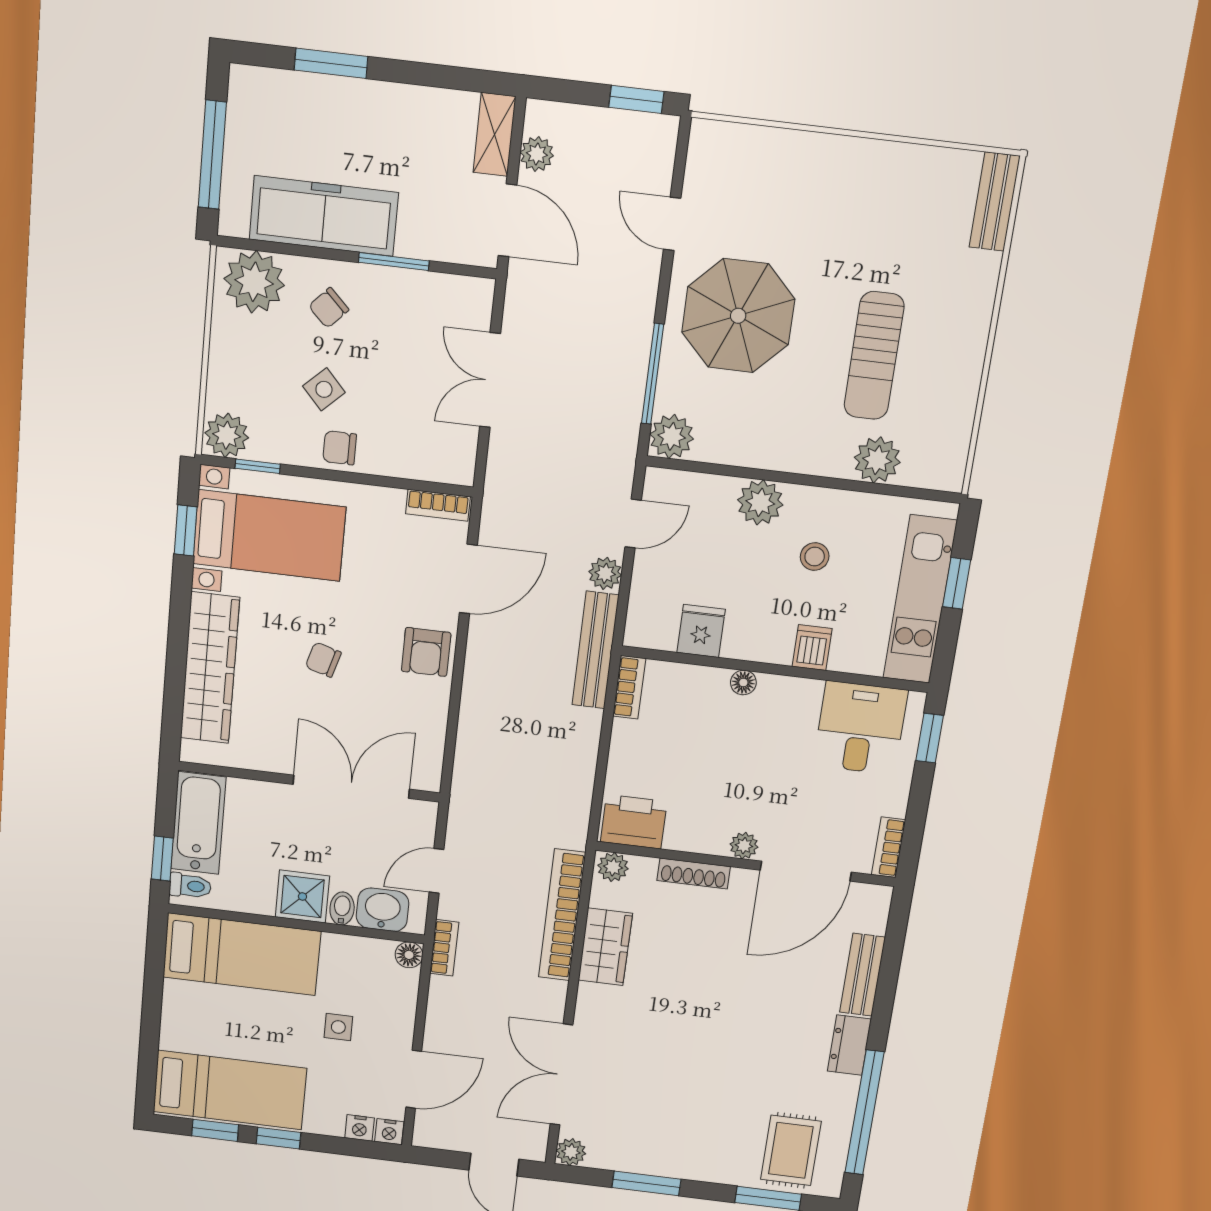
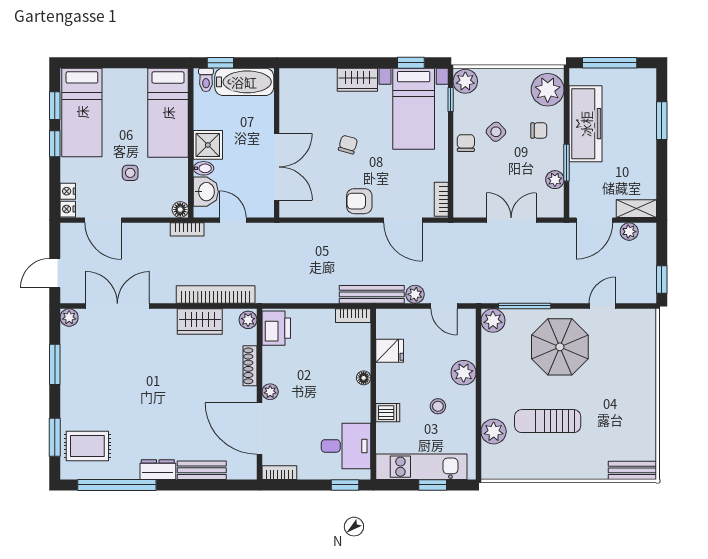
plant: (423, 288) -> (555, 180), added
chair: (329, 308) -> (539, 131), turned 136
wardrobe: (210, 668) -> (357, 80), width x0.48, depth x0.85

